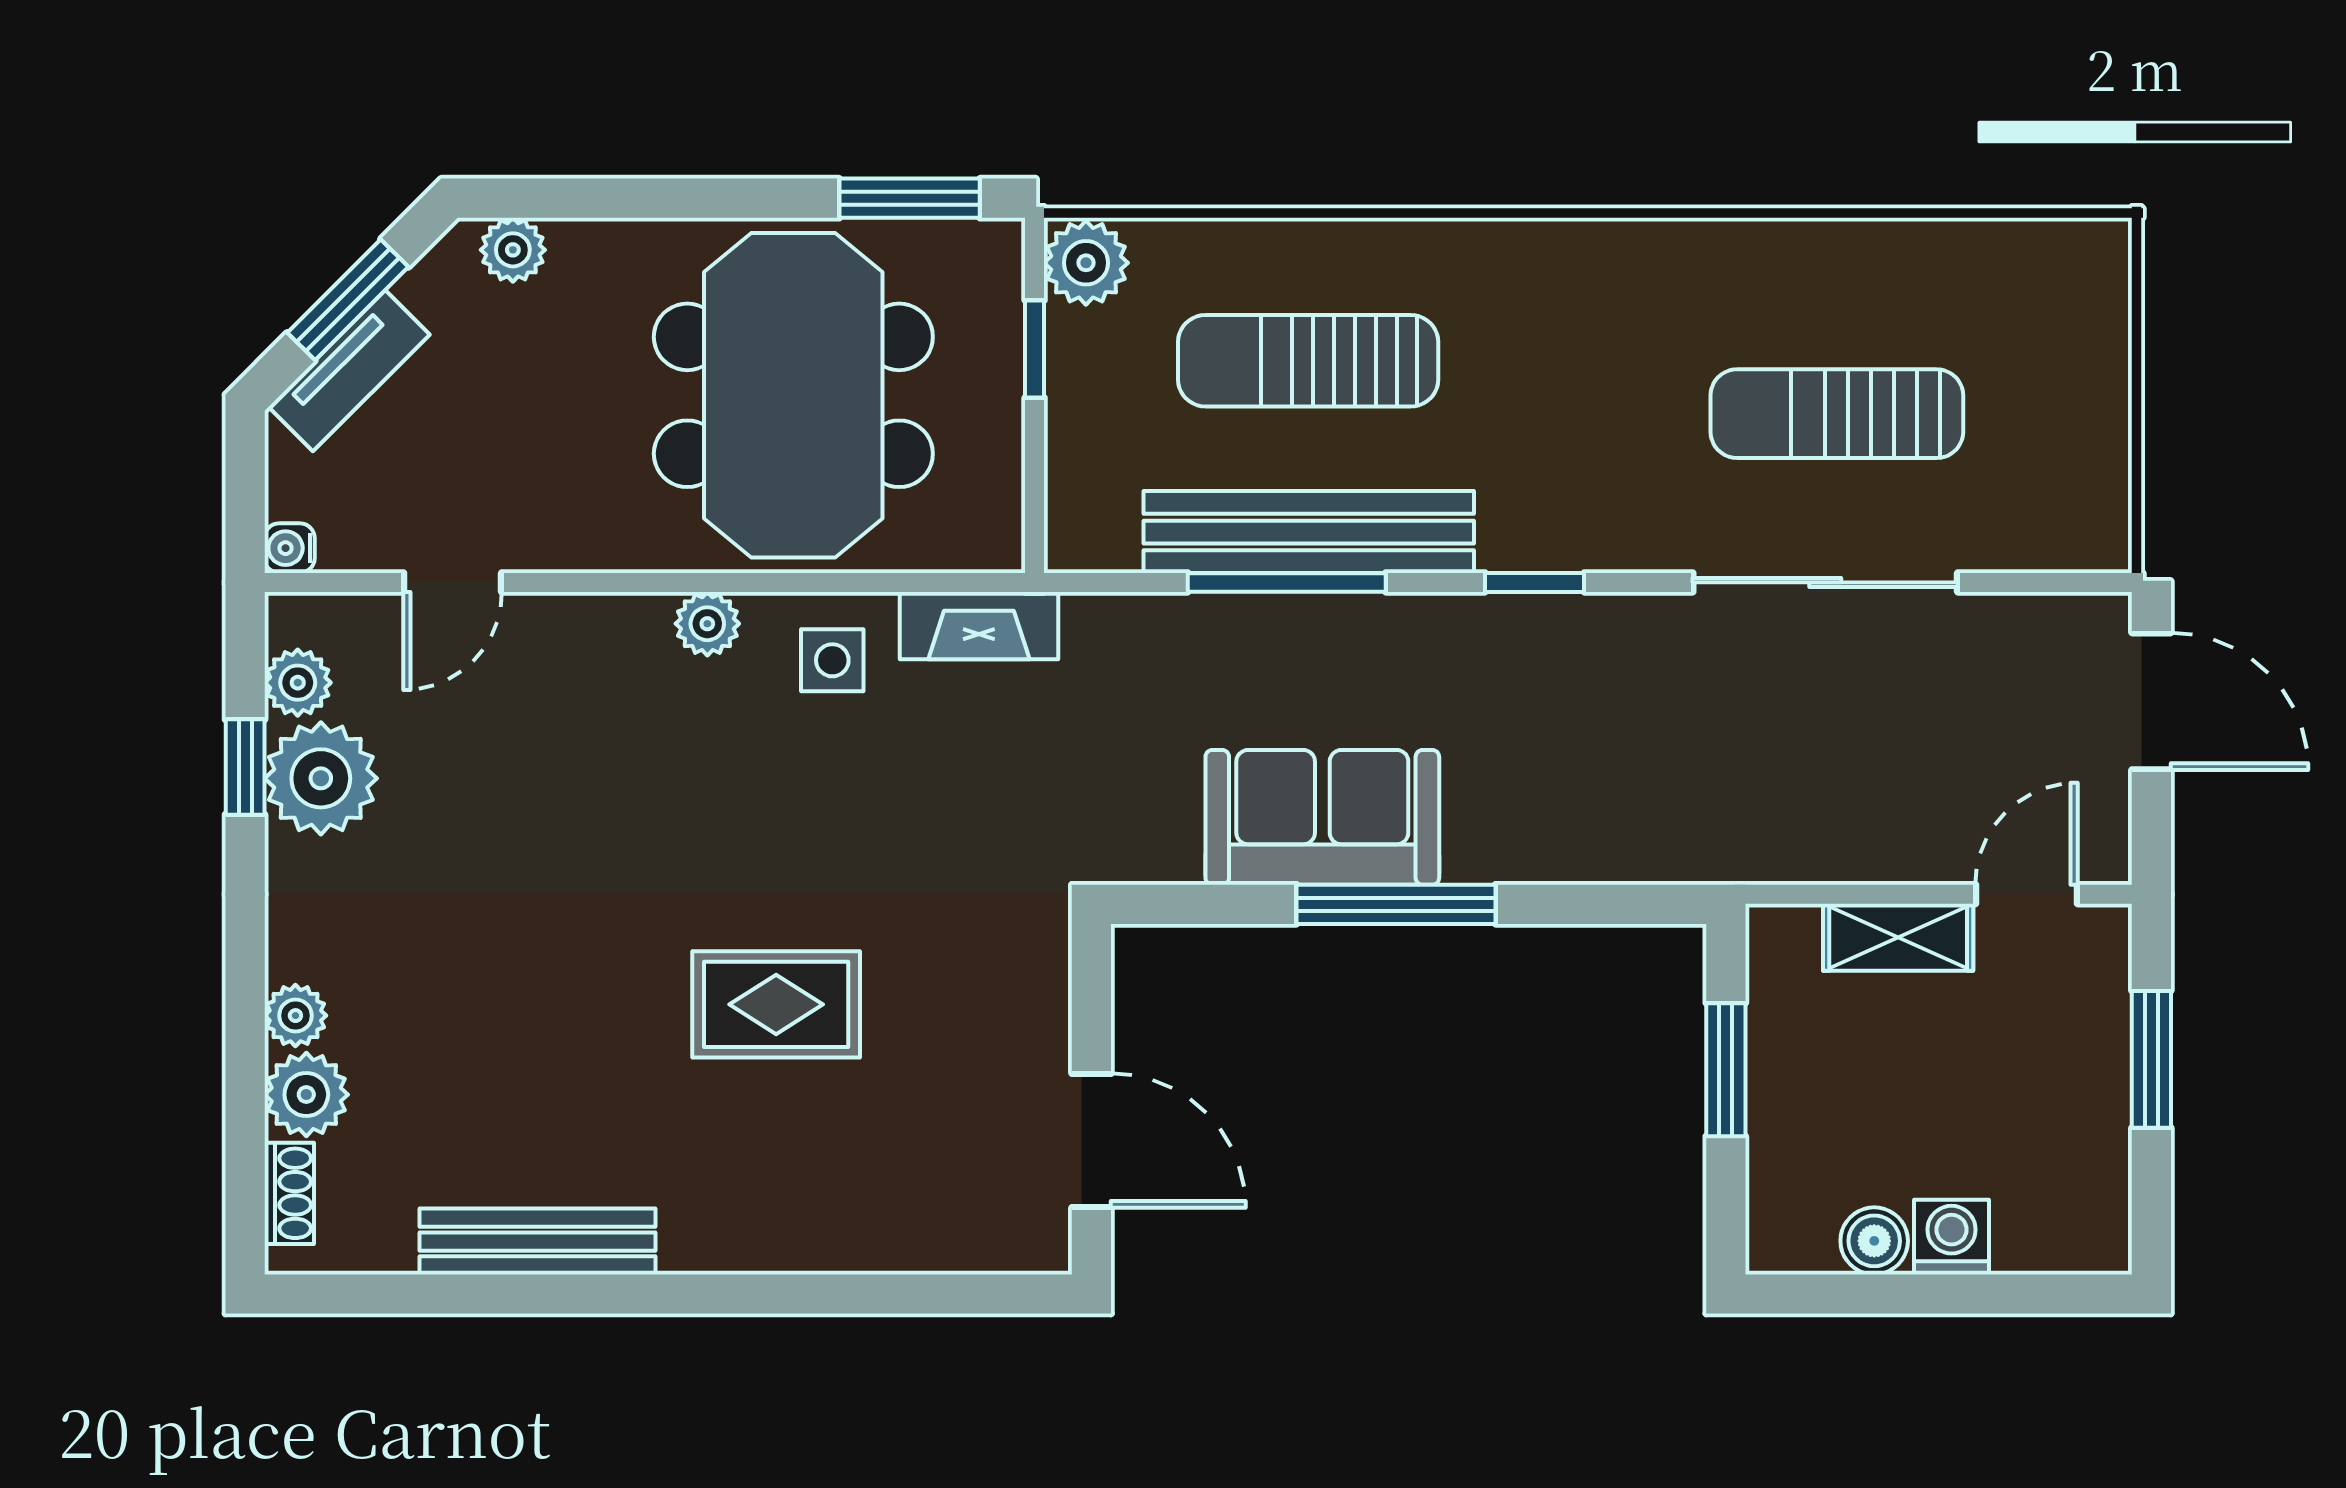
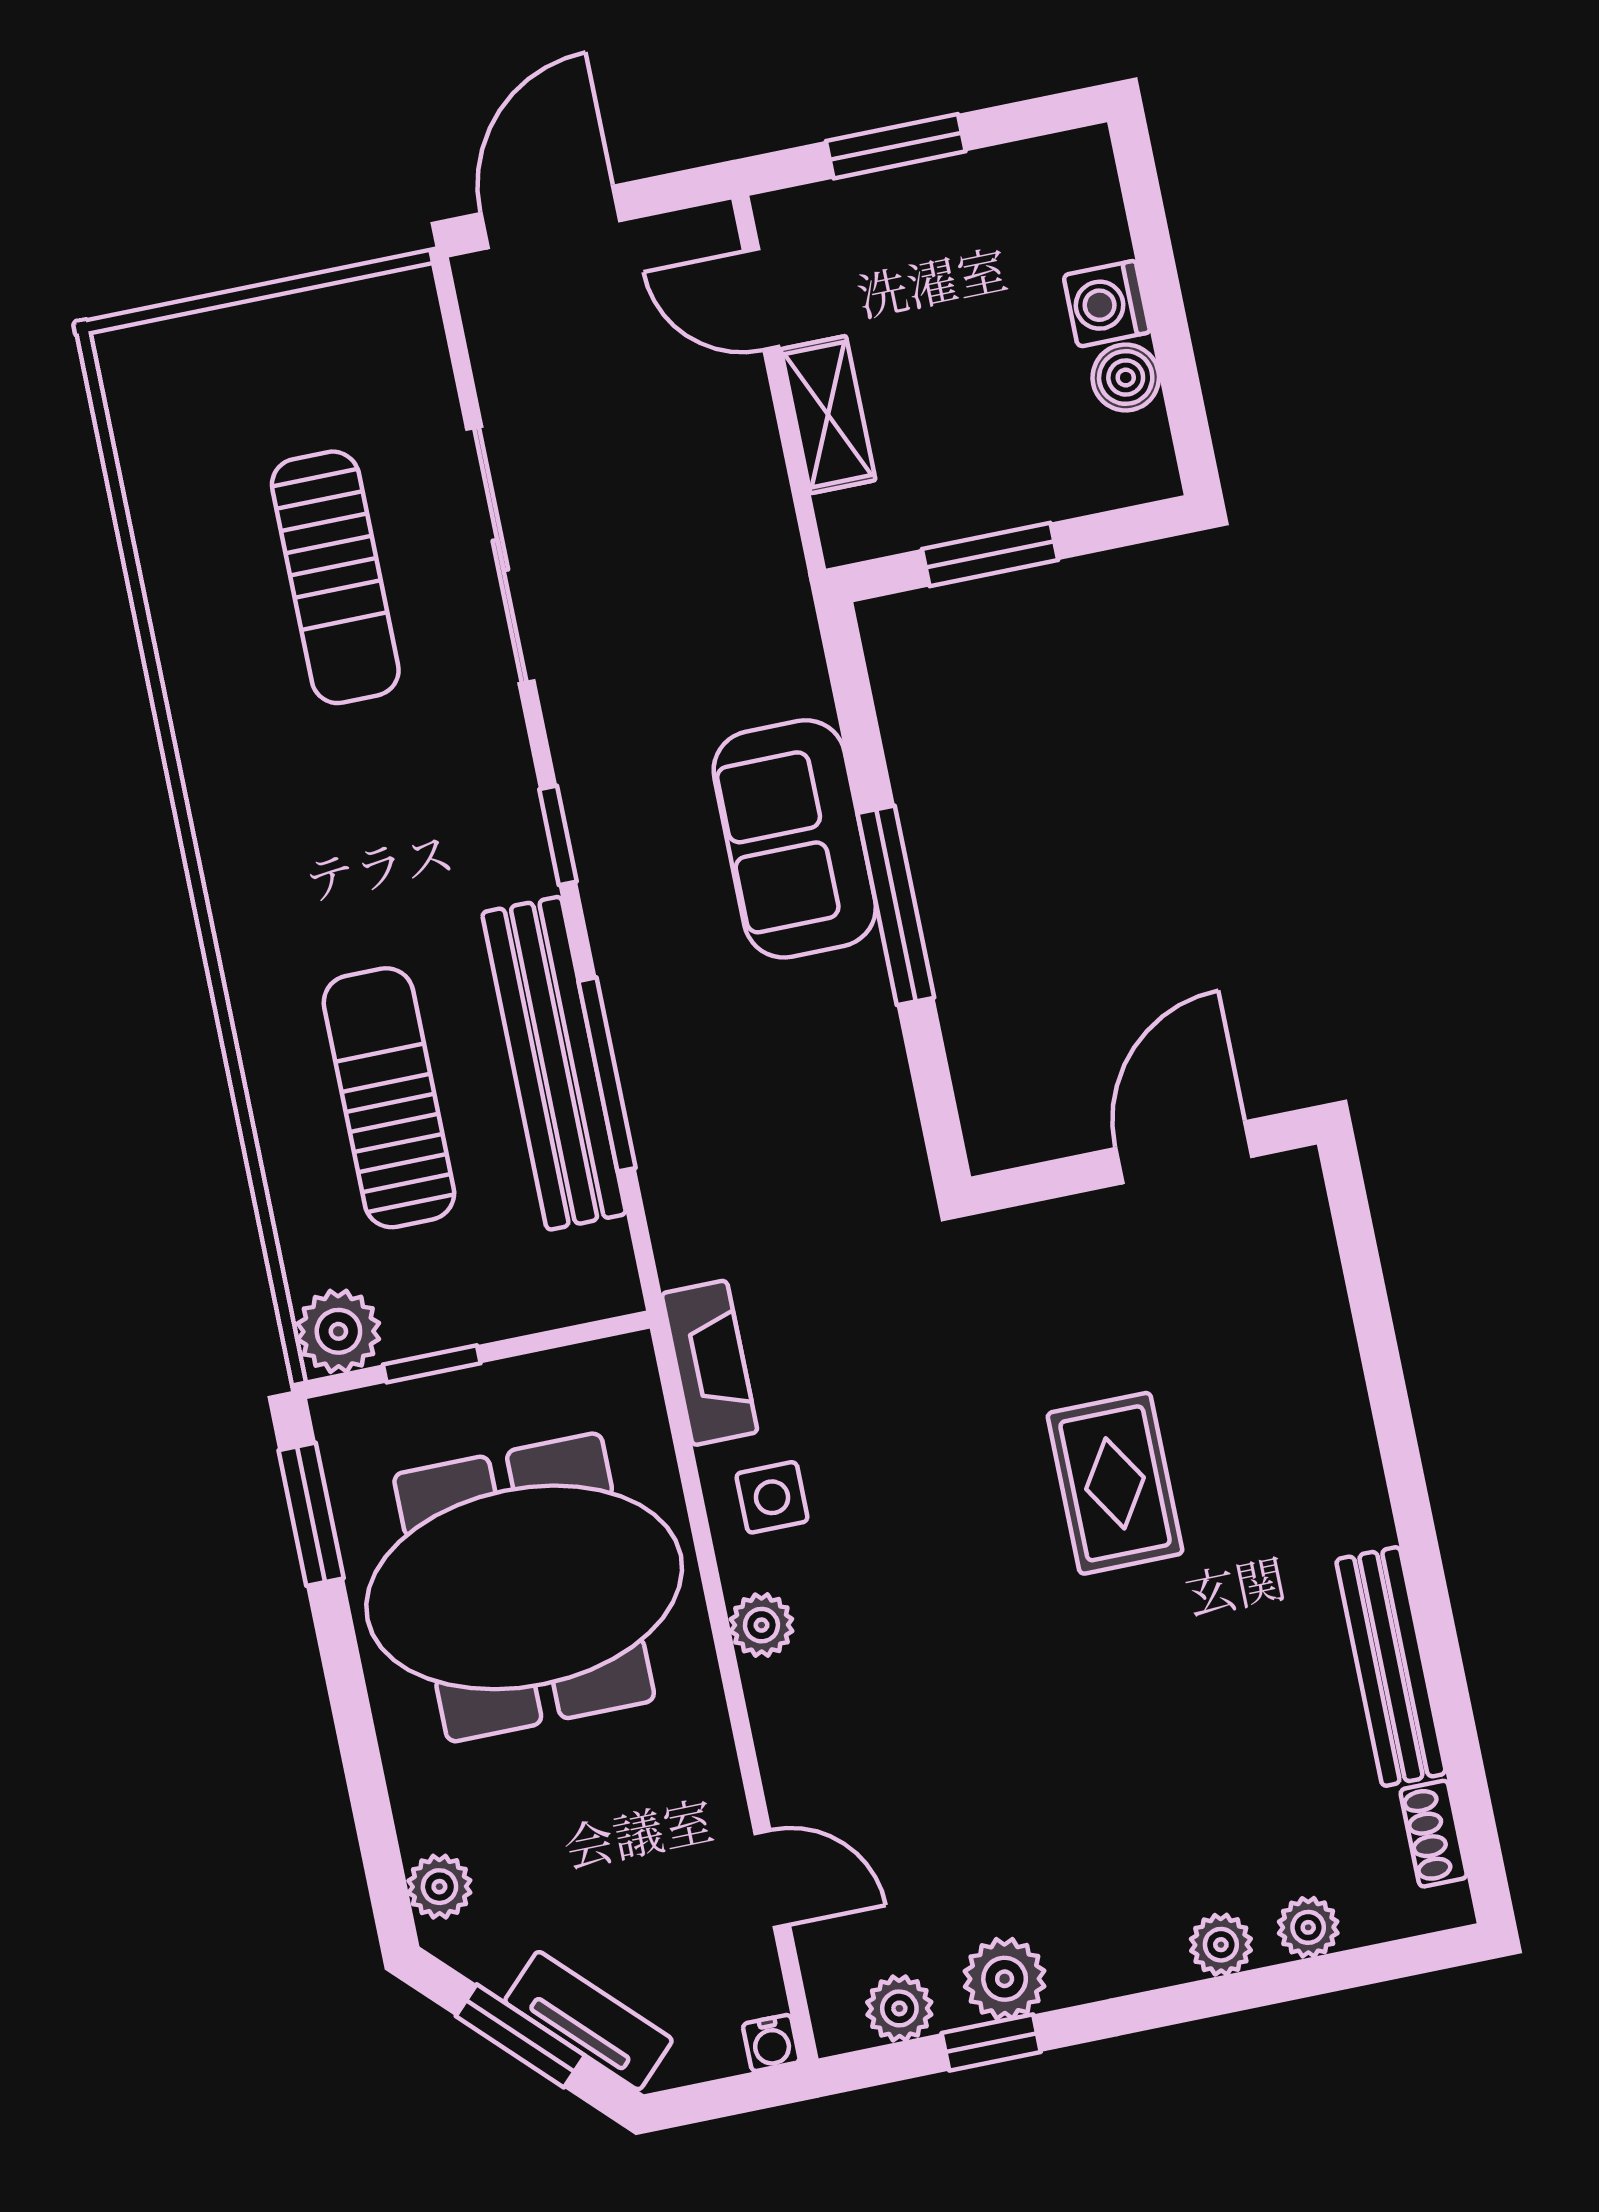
sun lounger: (1308, 361) -> (389, 1098), turned 180
plant: (321, 778) -> (1005, 1979), width x0.73, depth x0.73
sofa: (1322, 817) -> (795, 839), moved
plant: (306, 1095) -> (1308, 1927), width x0.73, depth x0.73
shoe rack: (289, 1193) -> (1434, 1834), moved, turned -90

